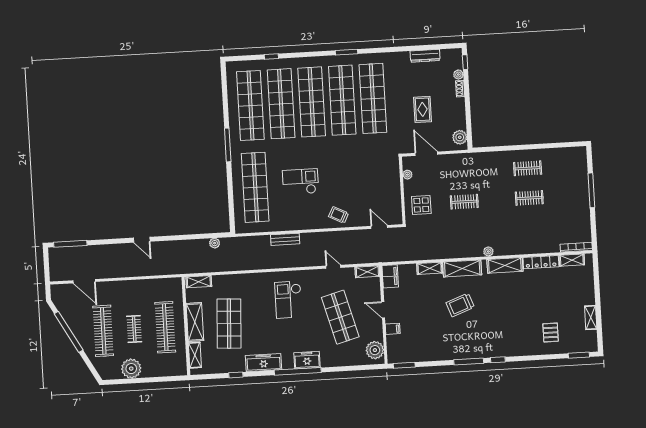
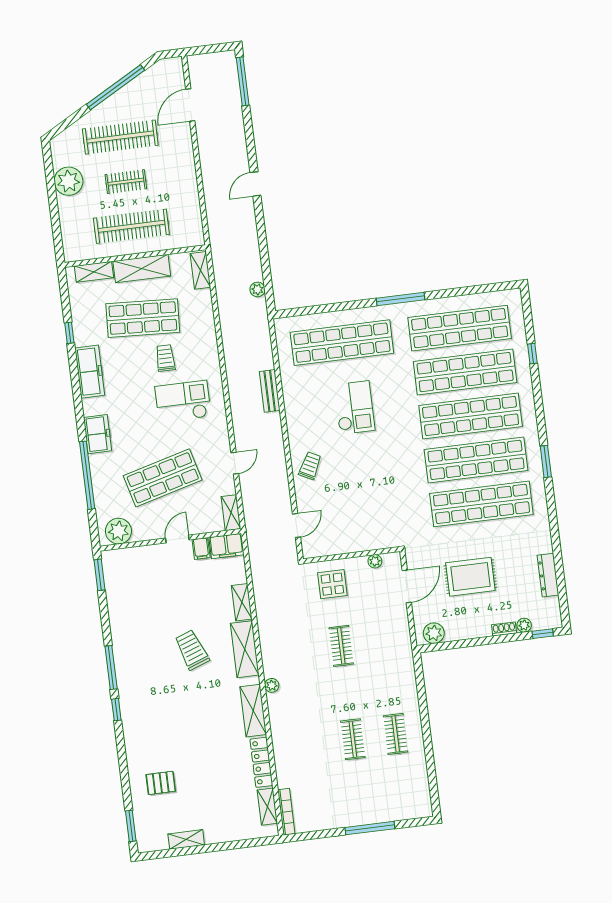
rug: (422, 109) -> (470, 577), width x1.36, depth x1.43
trolley: (258, 310) -> (165, 358), added
filing cabinet: (393, 329) -> (201, 549), moved
window: (298, 371) -> (87, 475), moved

